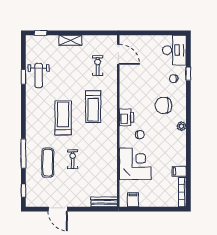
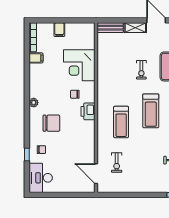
shelving: (70, 40) -> (135, 28), moved
treadmill: (93, 107) -> (121, 122), turned 180
filing cabinet: (133, 200) -> (59, 30), moved

